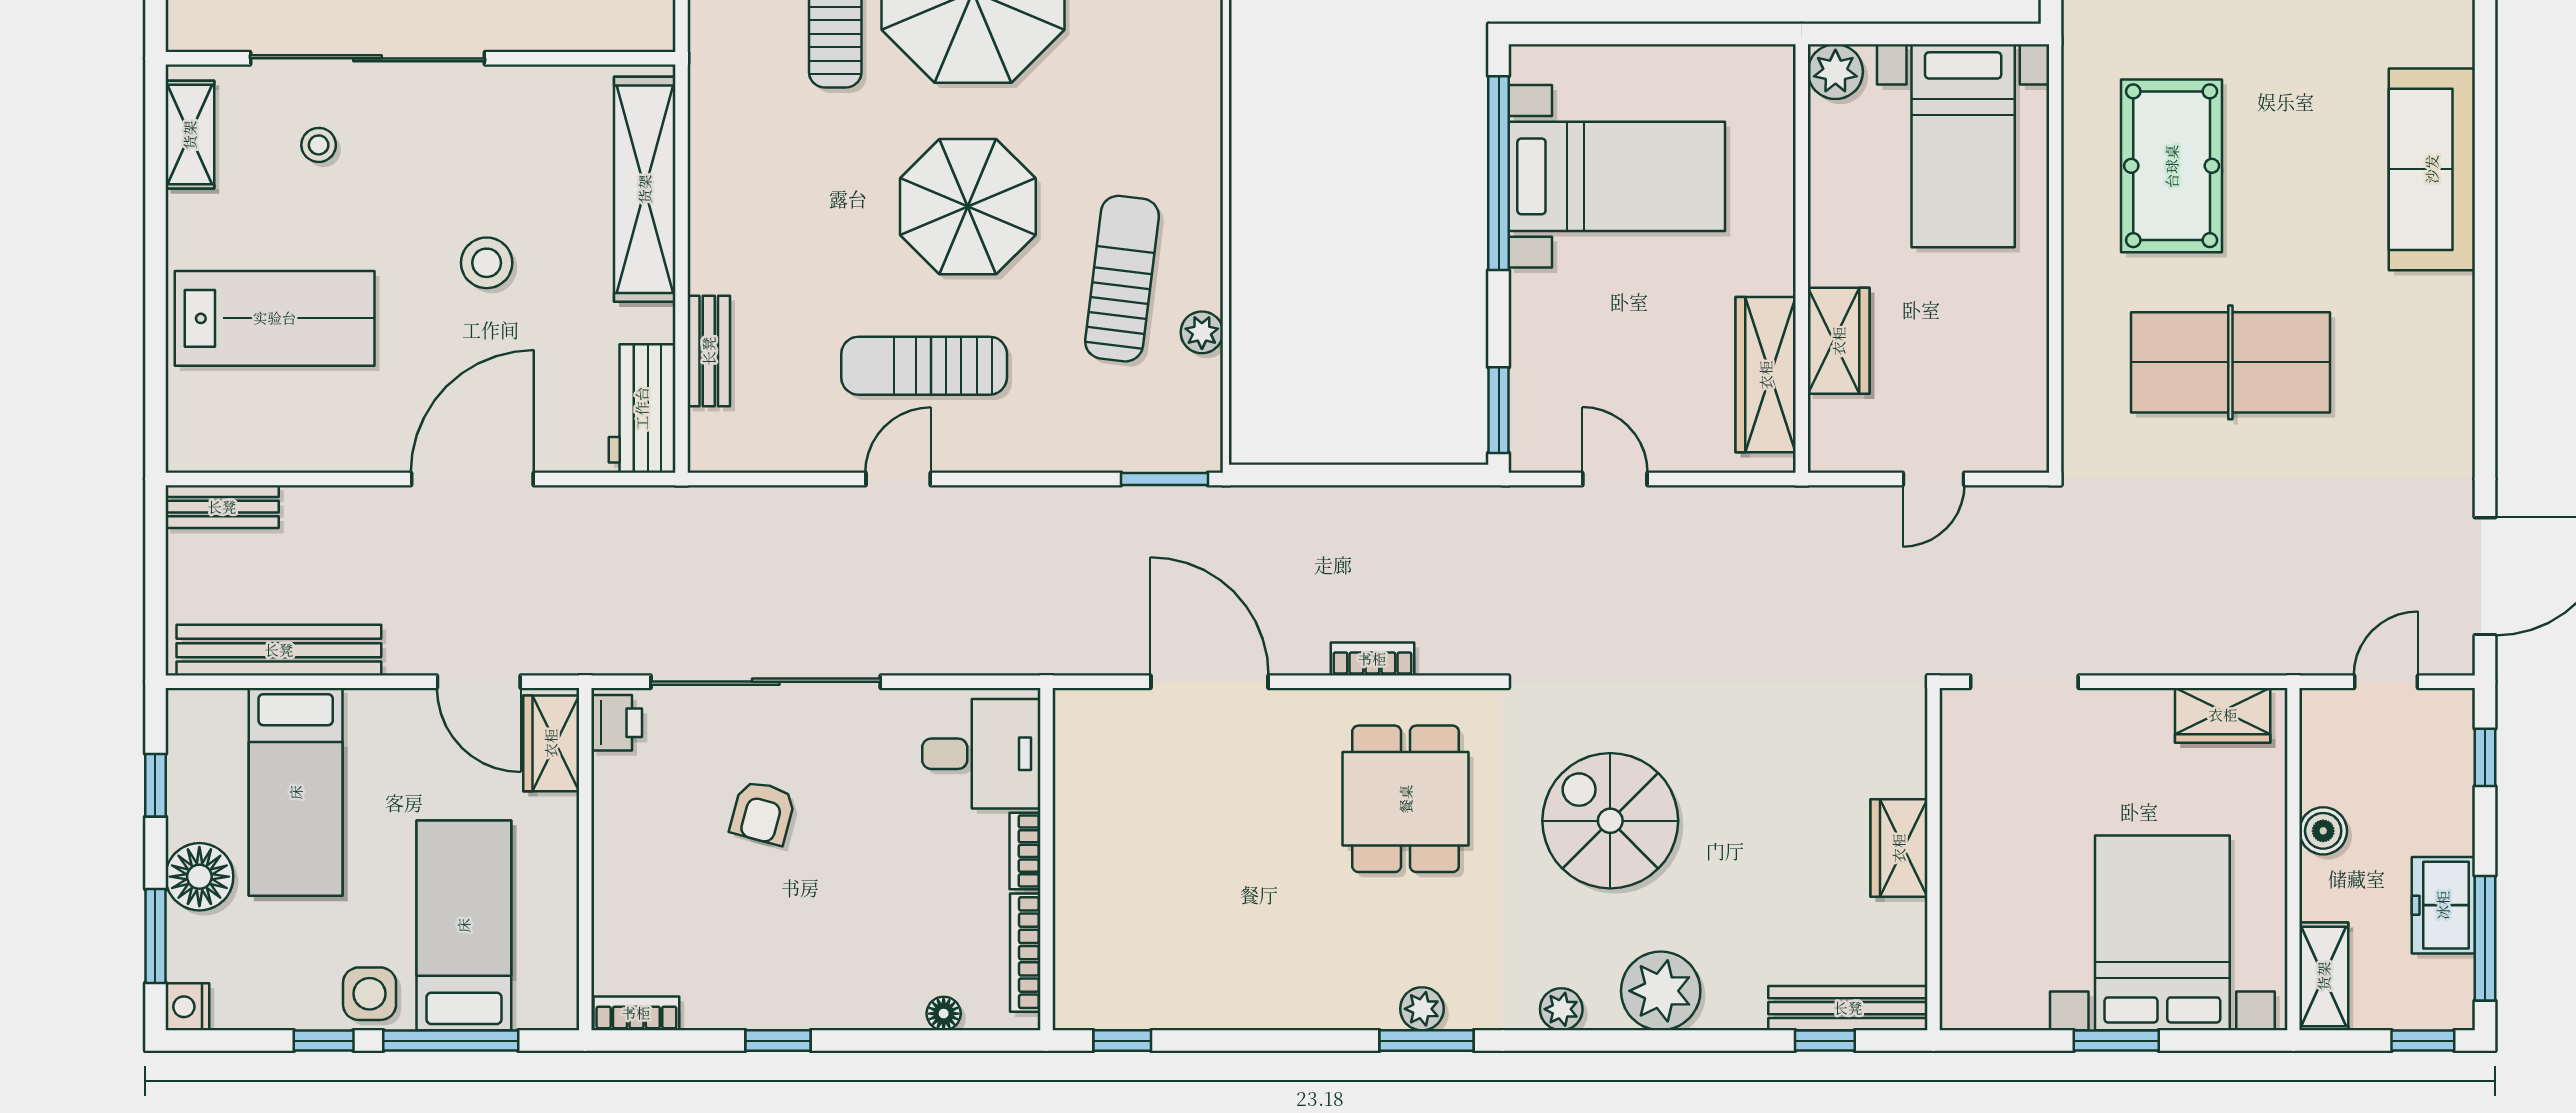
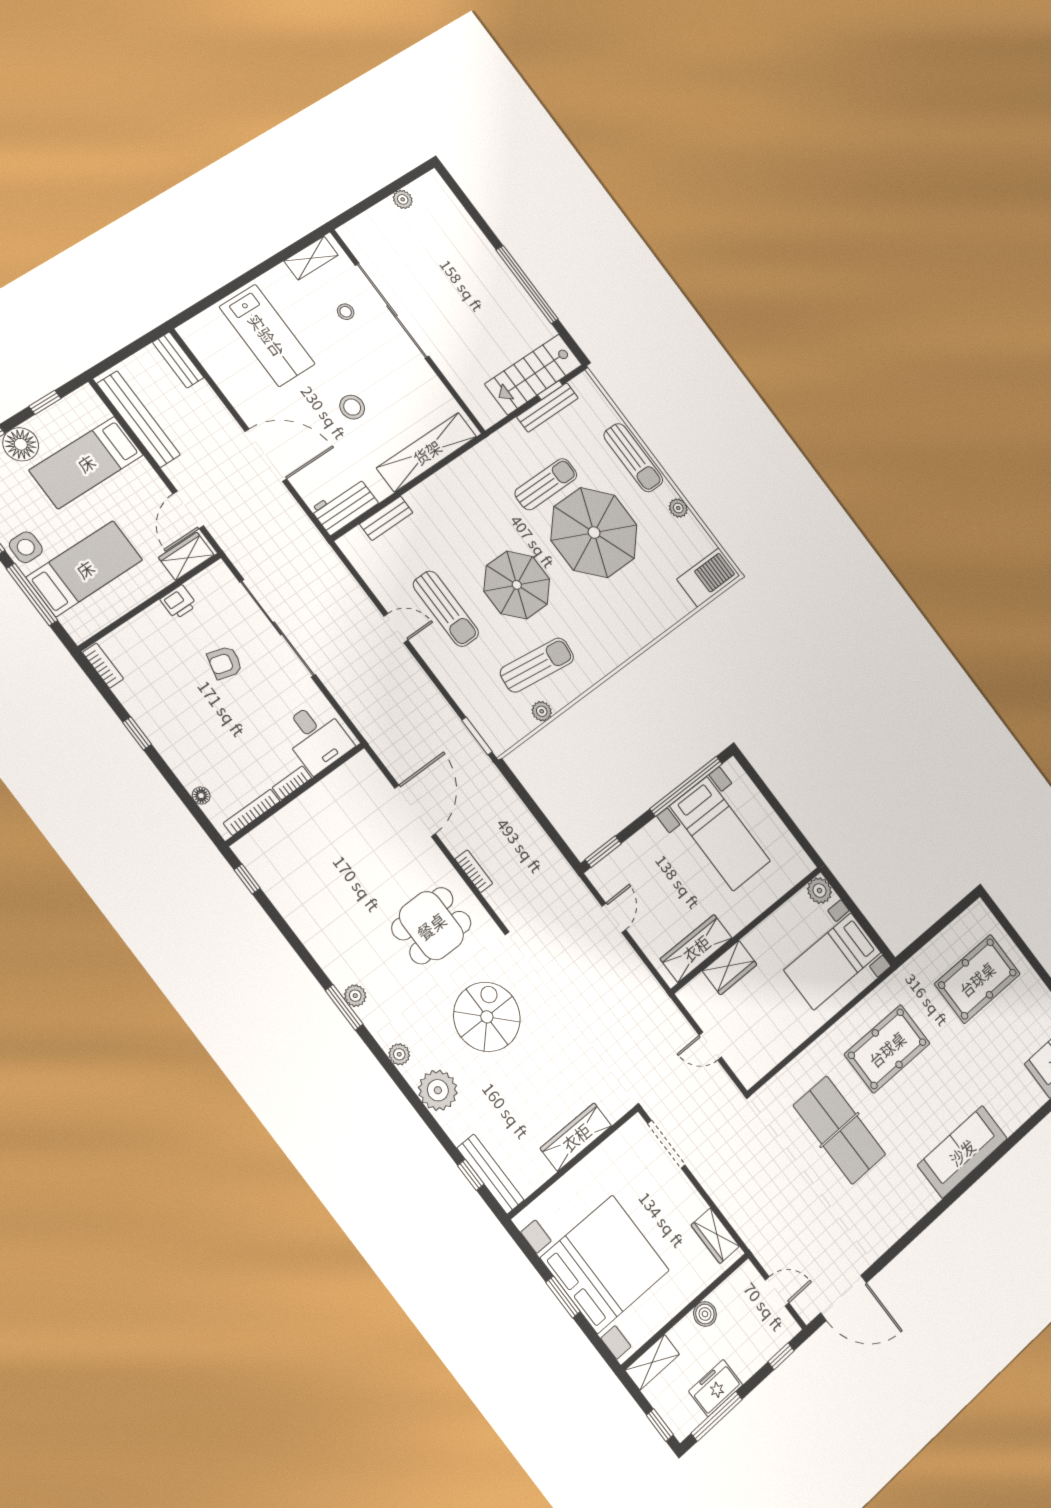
sun lounger: (924, 366) -> (446, 609), turned 180
printer: (617, 723) -> (179, 602), moved
wardrobe: (1899, 848) -> (576, 1137), width x1.50
bed with nightstands: (2162, 933) -> (605, 1264), width x1.36

